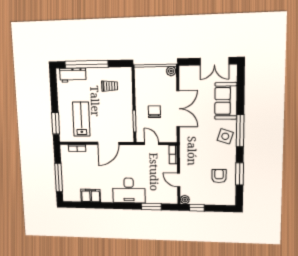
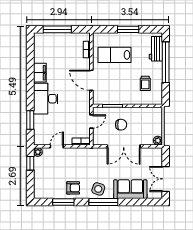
lab bench: (81, 119) -> (115, 55), turned 180
window: (56, 123) -> (128, 29), moved
armchair: (219, 176) -> (73, 188), moved
filing cabinet: (91, 195) -> (40, 73), moved

